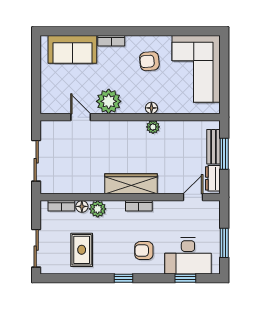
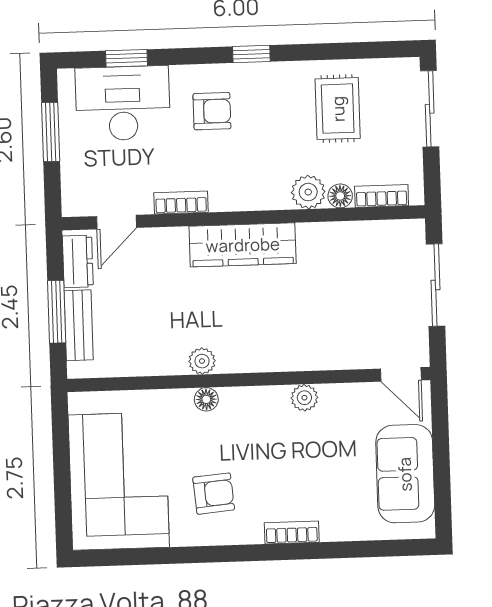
sofa: (72, 49) -> (405, 474), moved, turned -90
plant: (109, 101) -> (304, 398), width x0.53, depth x0.53
door: (81, 117) -> (401, 374), moved
bookcase: (139, 206) -> (181, 203), moved

